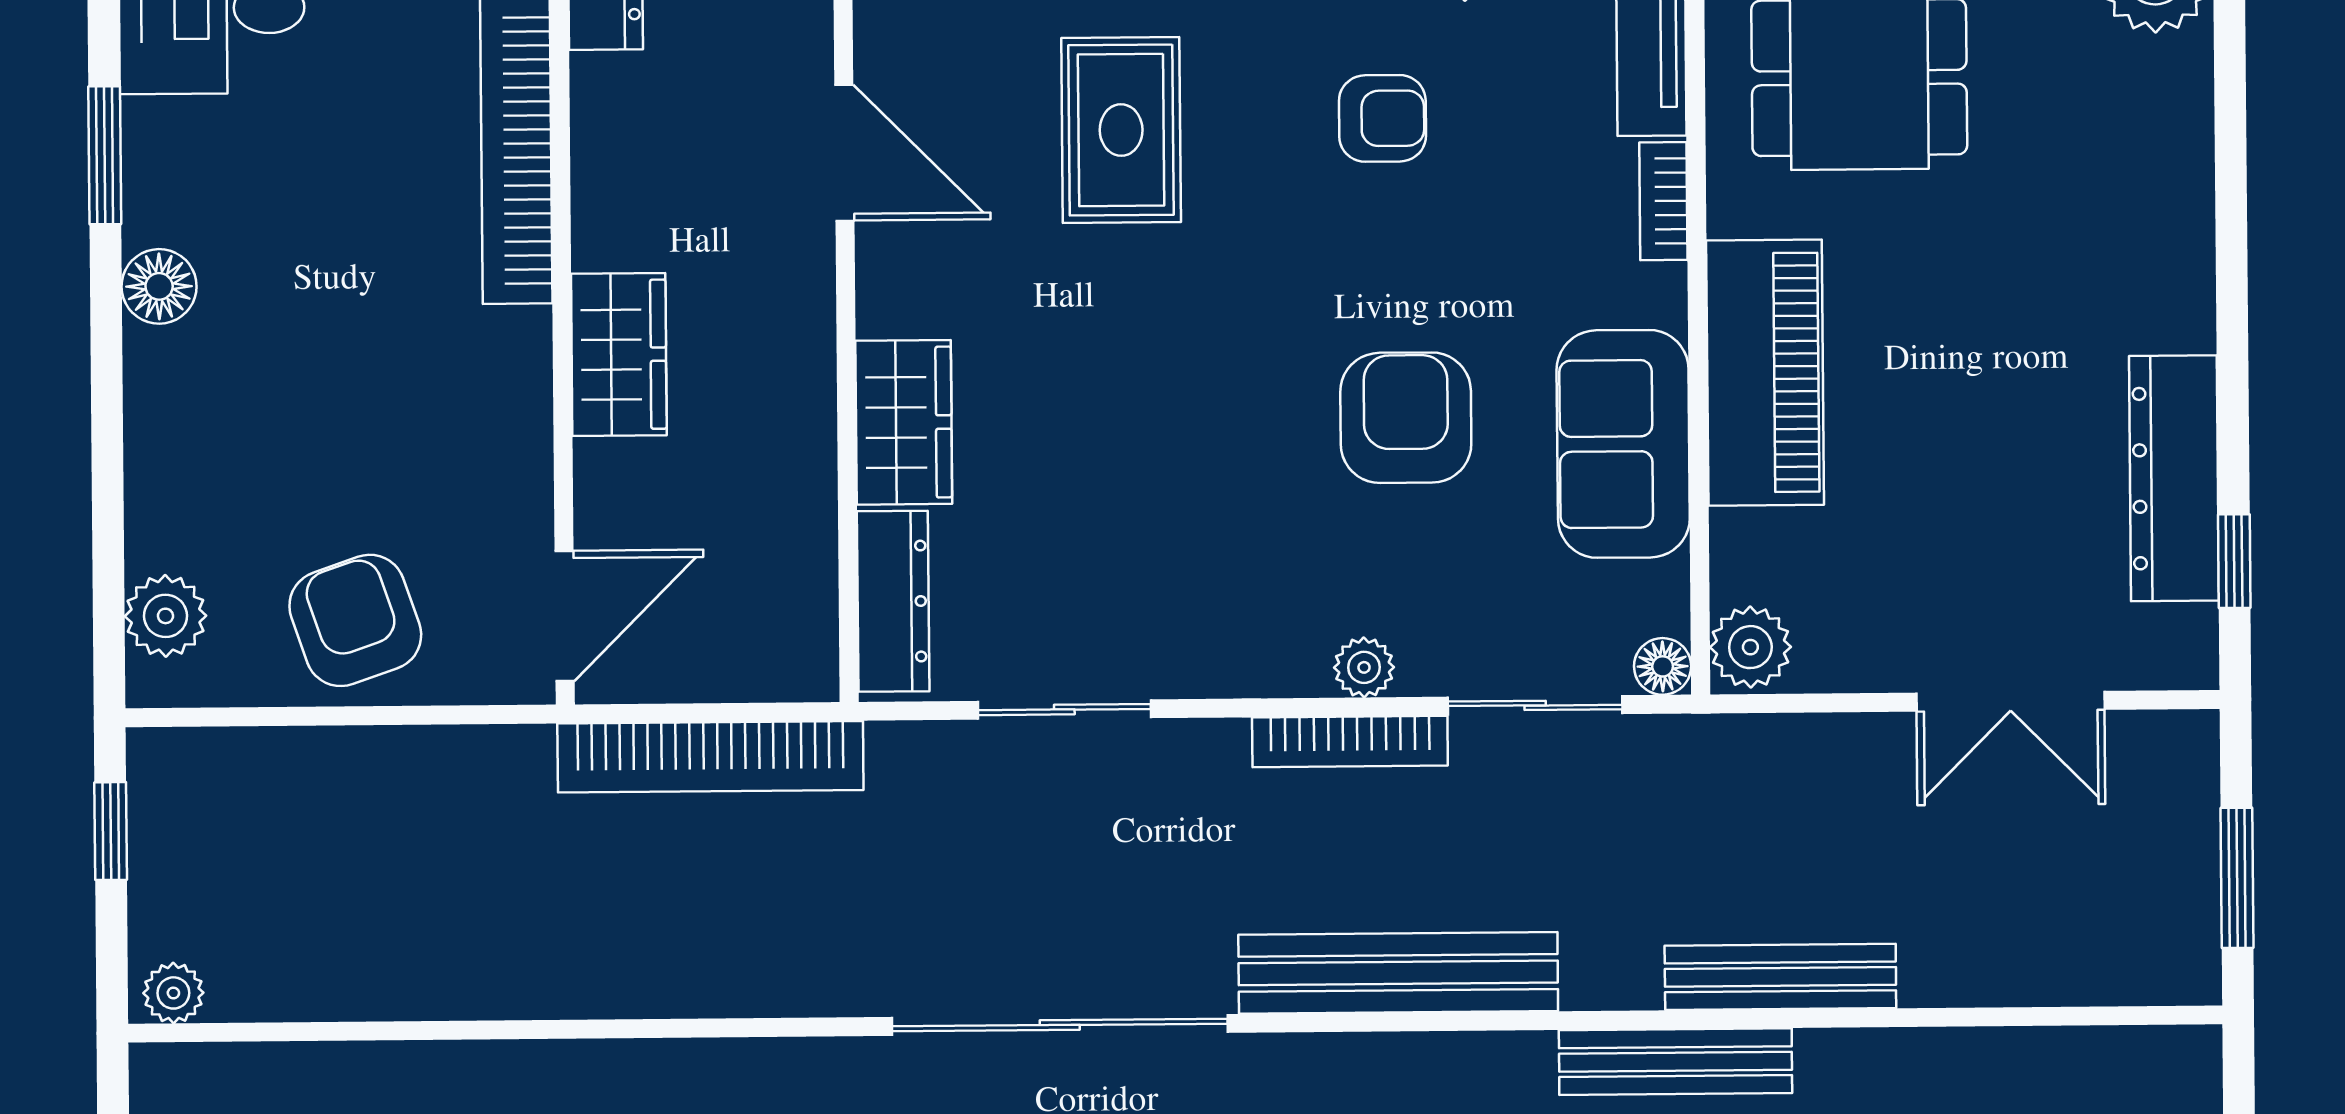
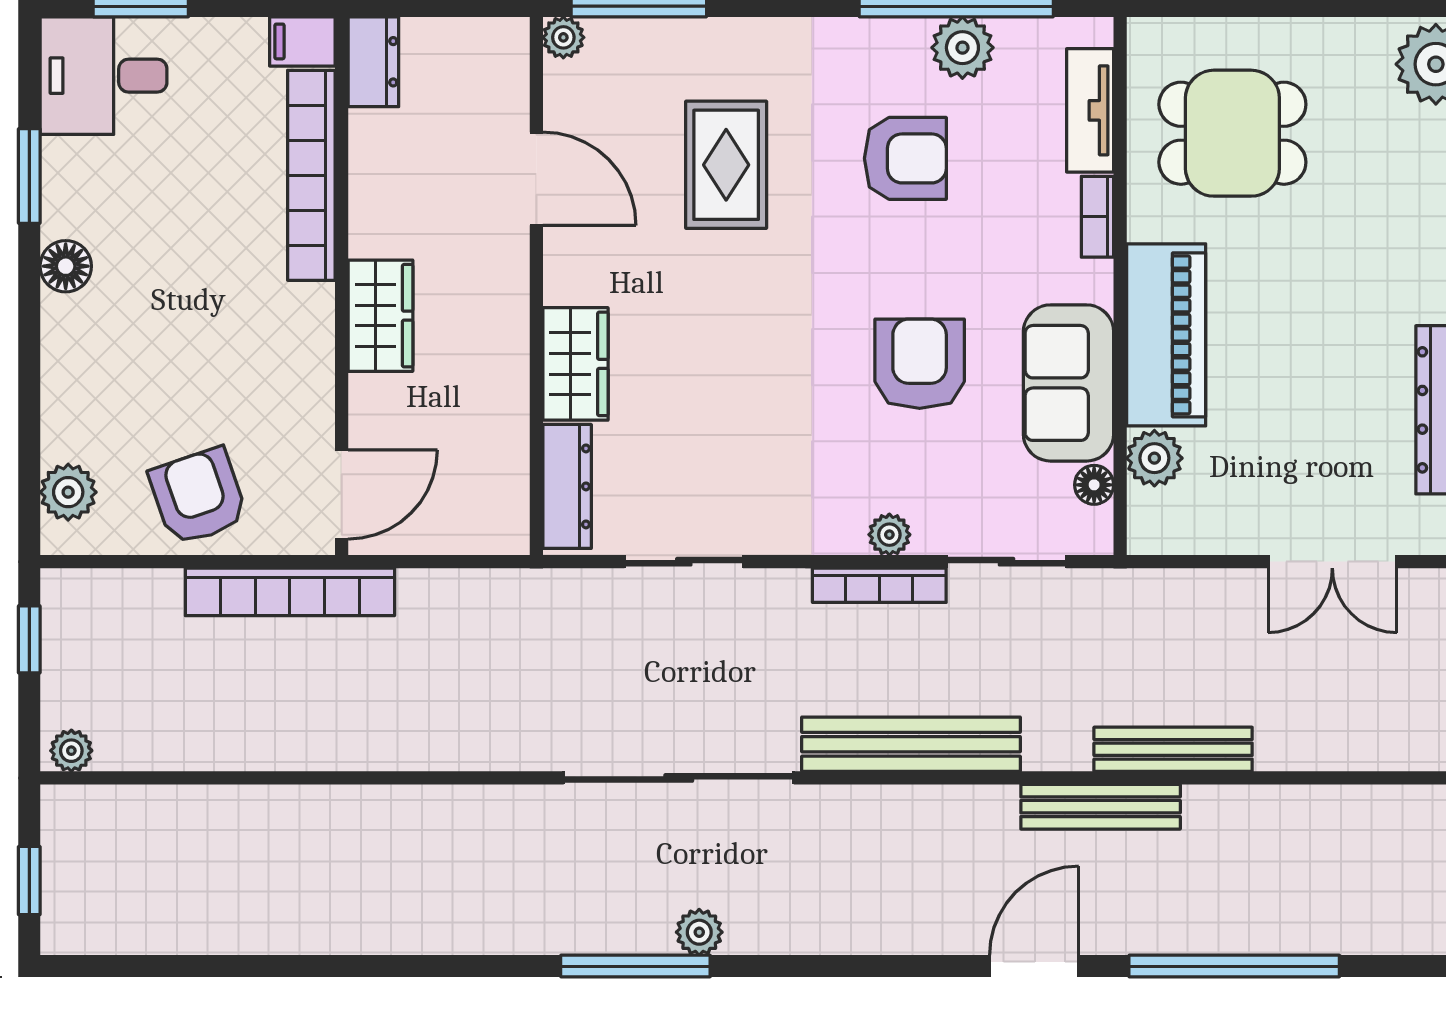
armchair: (1382, 118) -> (905, 158), width x1.38, depth x1.38
plant: (1750, 647) -> (1154, 458), moved
floor lamp: (1663, 666) -> (1094, 485), moved
bookcase: (710, 757) -> (290, 592), moved

